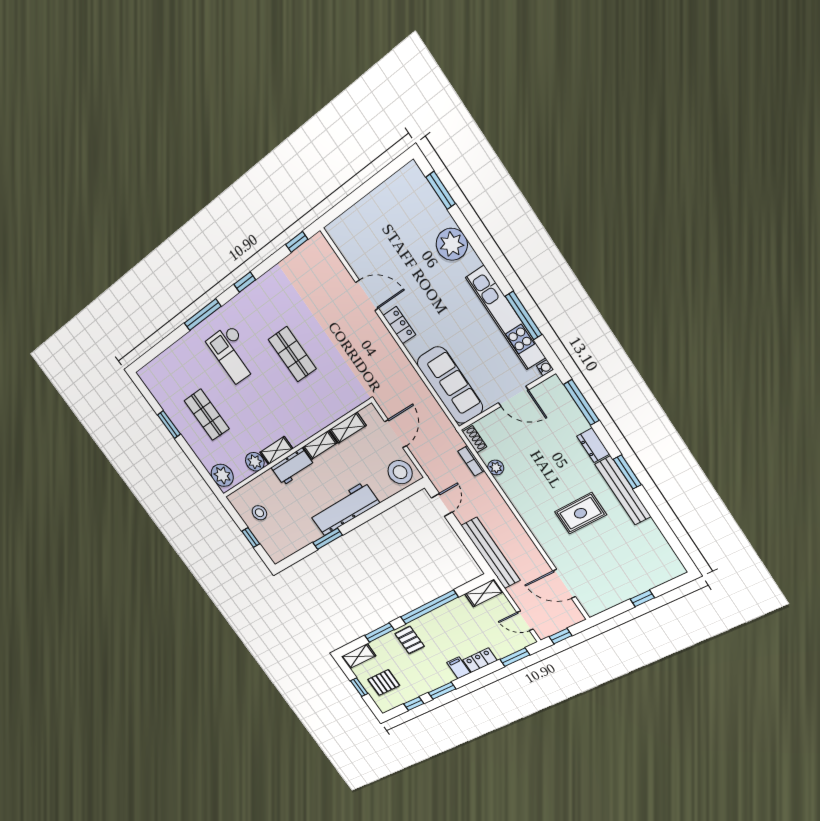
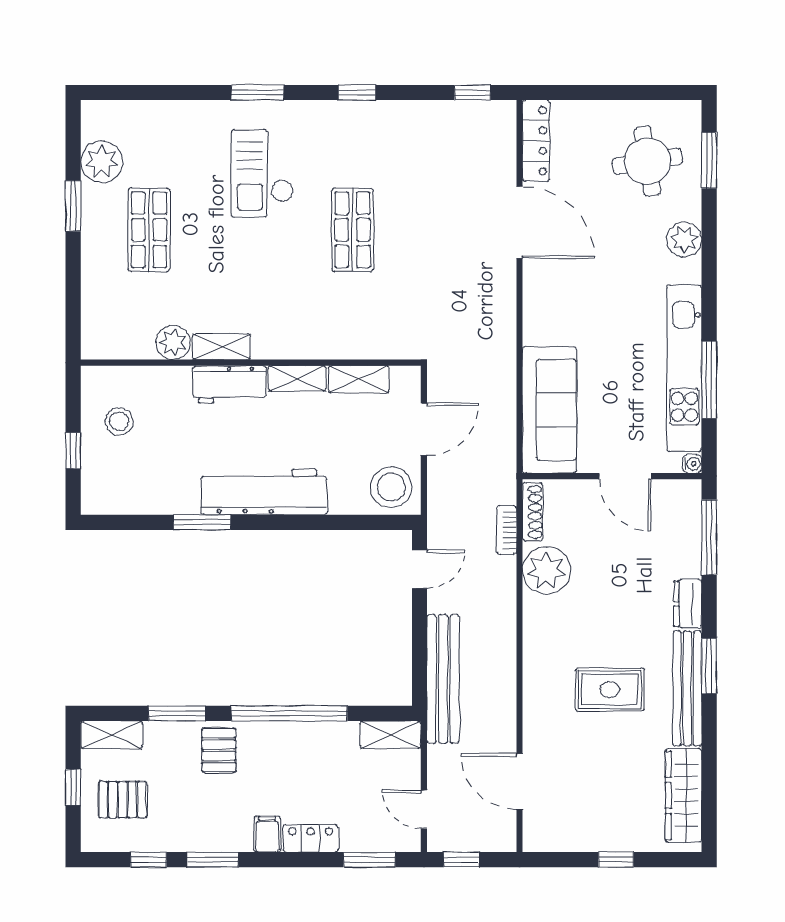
round table: (408, 215) -> (647, 161), added
plant: (452, 244) -> (684, 240), width x0.73, depth x0.73
door: (367, 295) -> (520, 222), width x1.36
window: (203, 315) -> (258, 92), width x0.69
locker: (399, 325) -> (536, 141), moved, width x1.53
shoe rack: (475, 439) -> (533, 512), width x1.43
plant: (496, 468) -> (546, 570), width x1.88, depth x1.88
plant: (222, 475) -> (102, 162), moved
wardrobe: (658, 548) -> (683, 795), added

